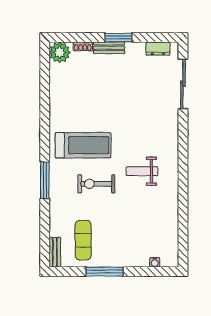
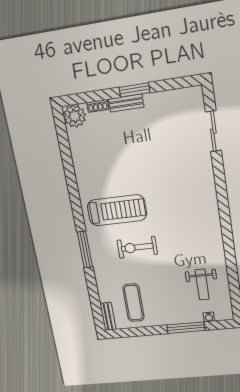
dresser: (158, 49) -> (180, 96), removed
sliding door: (183, 84) -> (213, 131), width x0.73
weight bench: (142, 171) -> (202, 285), moved, turned -90
window: (105, 272) -> (186, 328), moved

